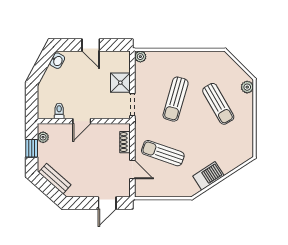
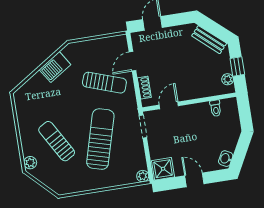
shower: (120, 83) -> (163, 169), moved
sun lounger: (176, 99) -> (100, 139), width x1.36, depth x1.34
door: (82, 121) -> (169, 105), moved
door: (132, 170) -> (132, 61), hinge flipped

